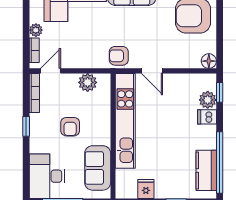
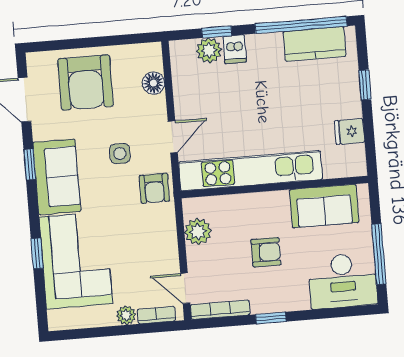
side table: (144, 35) -> (120, 154), added
floor lamp: (209, 61) -> (153, 83), moved
window: (220, 92) -> (217, 32), moved

